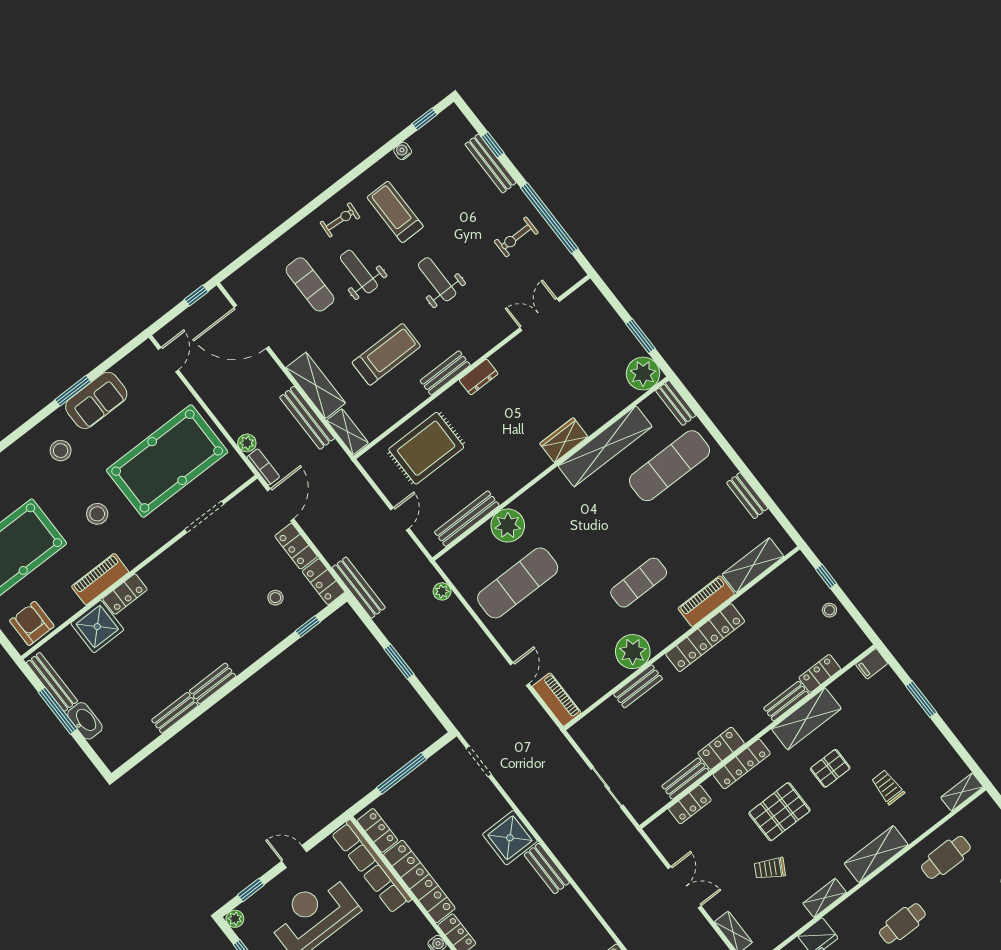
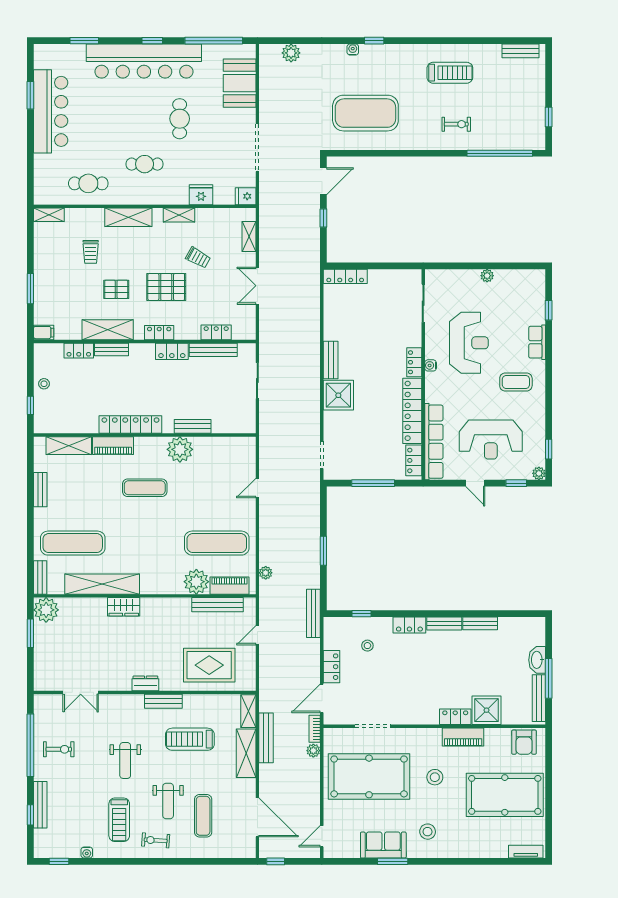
locker: (323, 582) -> (409, 625), moved, turned 90
piano: (557, 700) -> (229, 586), moved, turned 90
locker: (742, 764) -> (159, 333), width x0.66
bench: (685, 779) -> (213, 350), width x1.36

